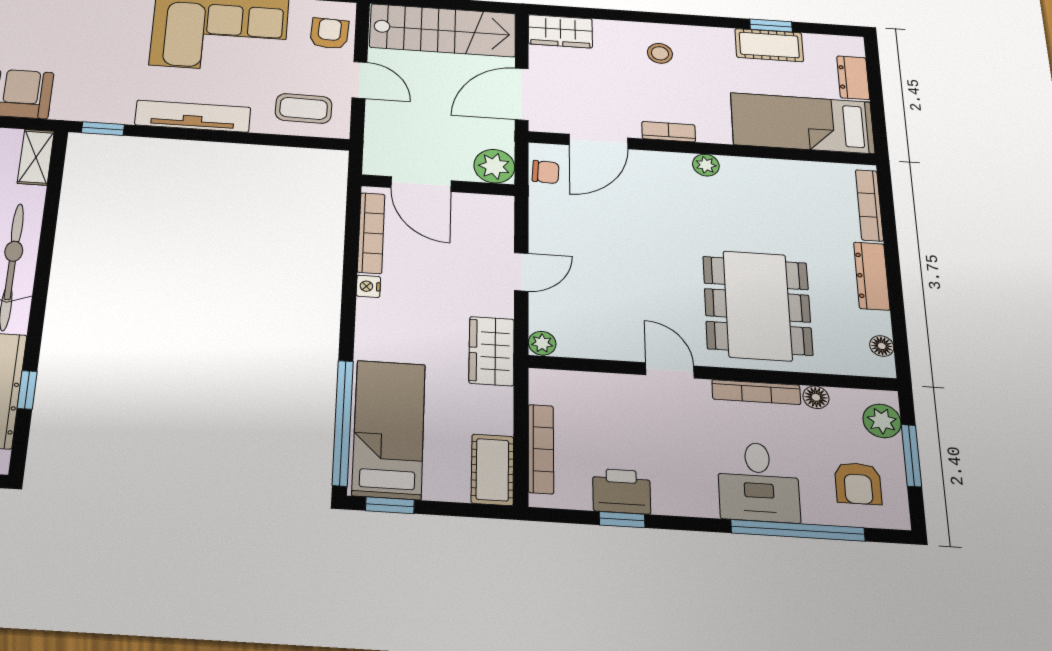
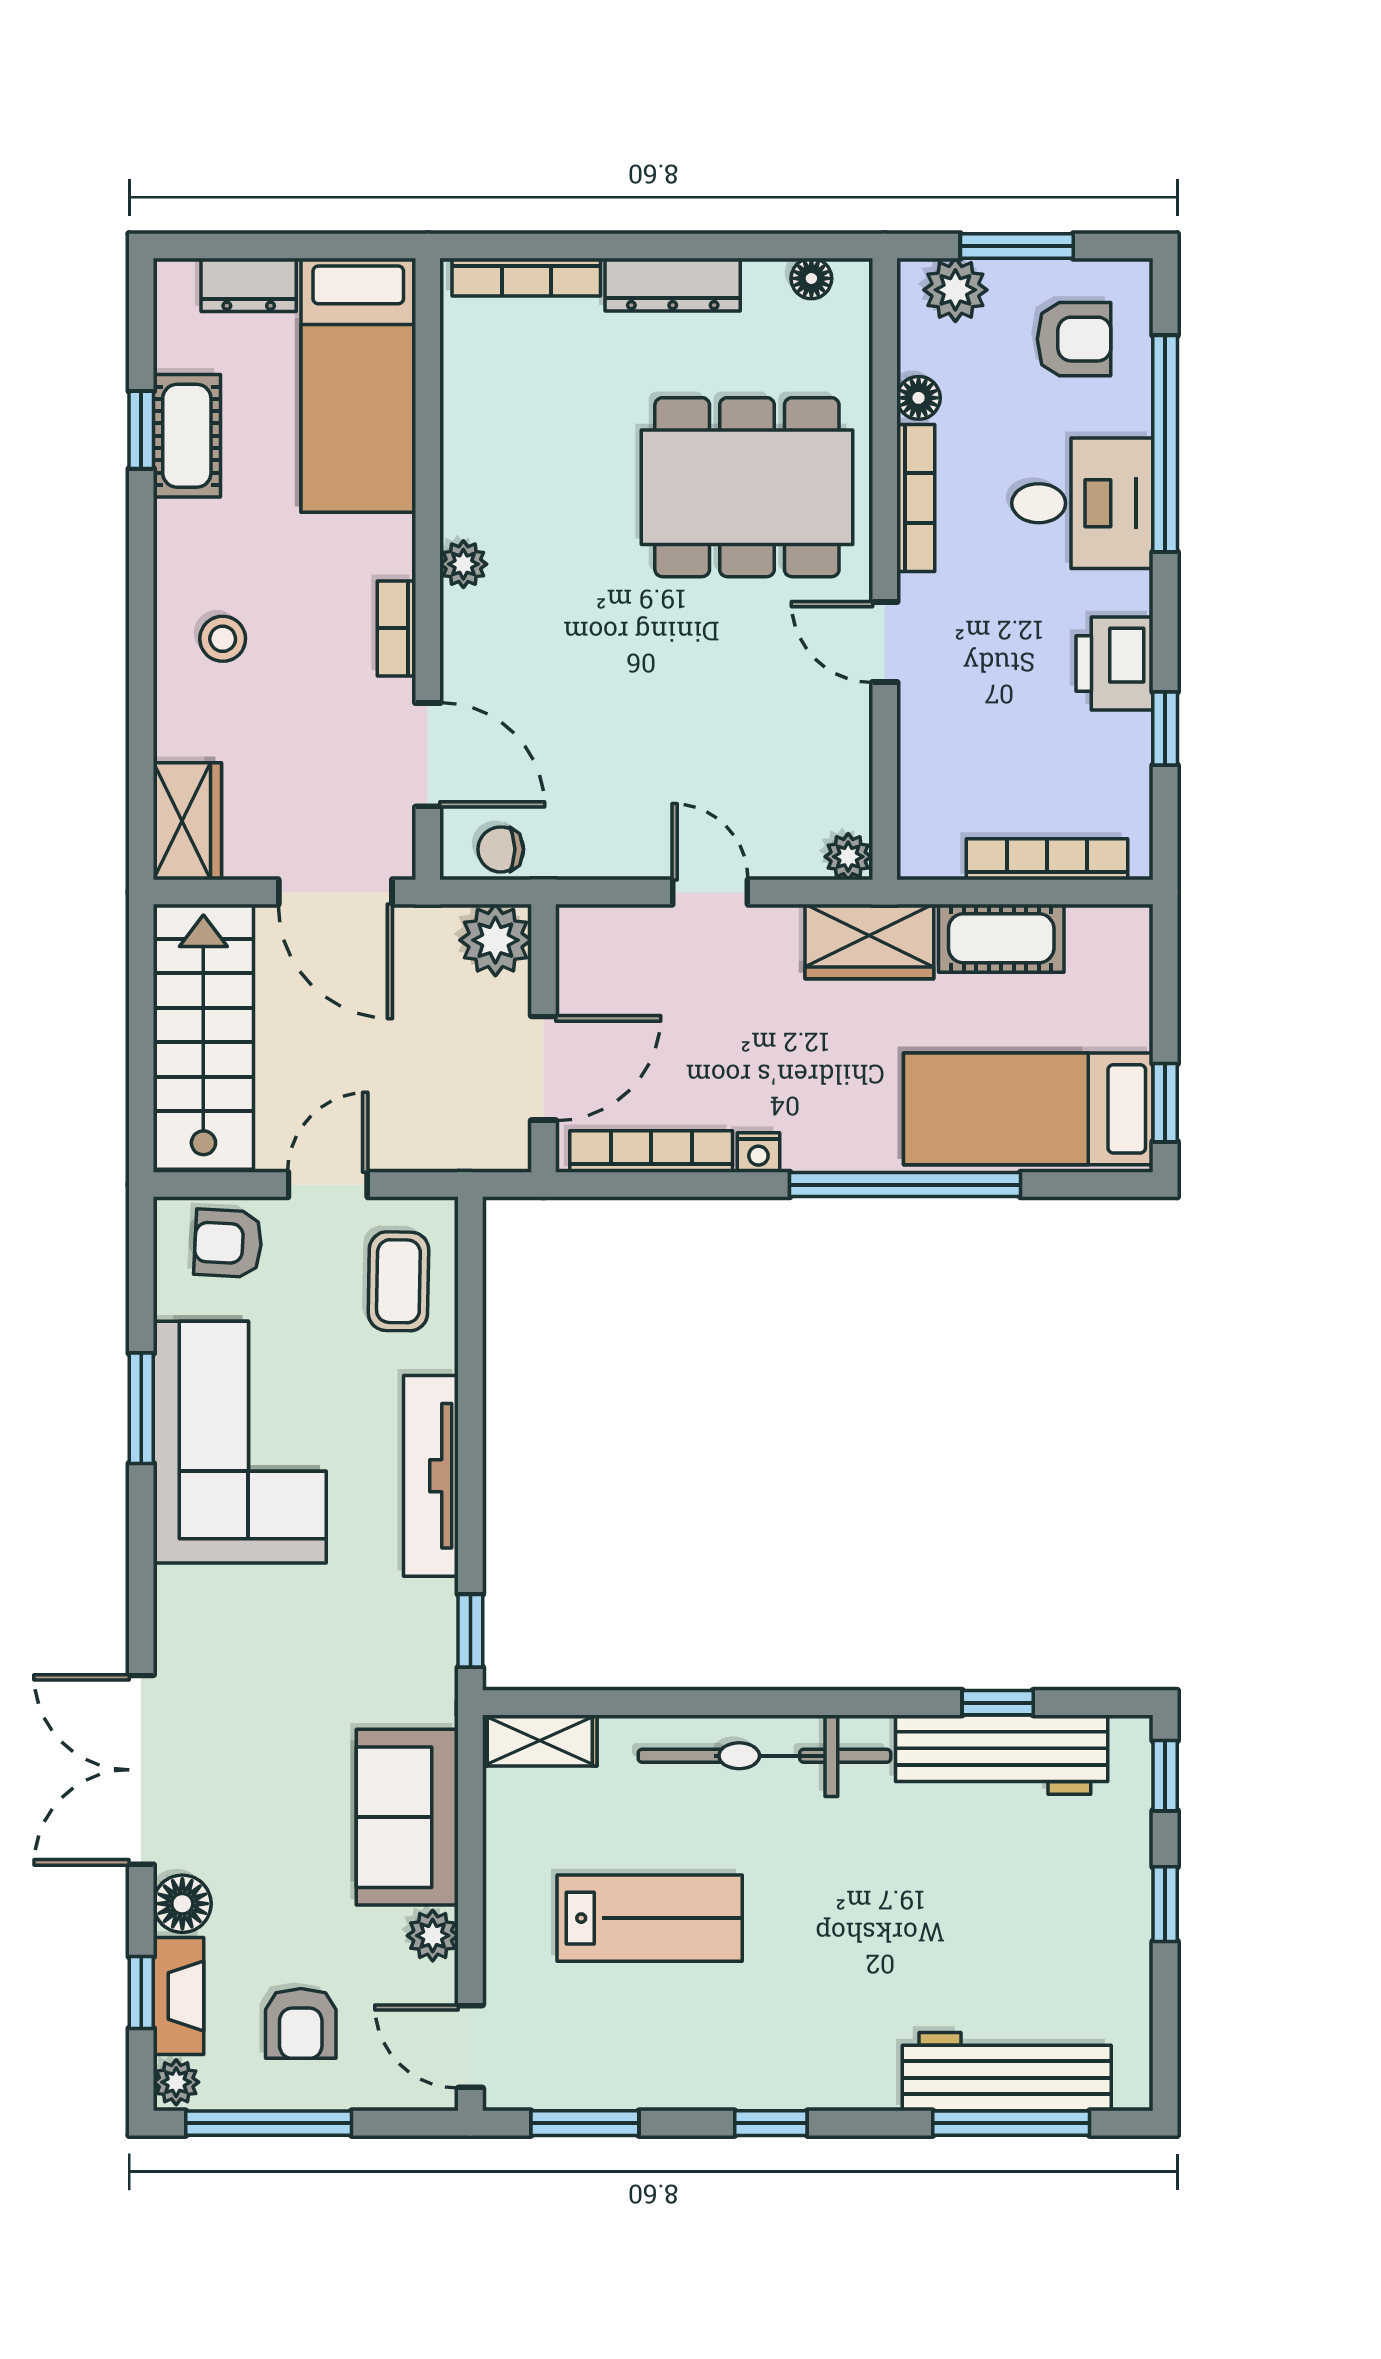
chair: (546, 172) -> (501, 849), turned -93
door: (670, 370) -> (885, 642), hinge flipped
window: (343, 423) -> (905, 1185), moved
cot: (492, 470) -> (1001, 938), moved
printer: (622, 491) -> (1114, 664), moved

